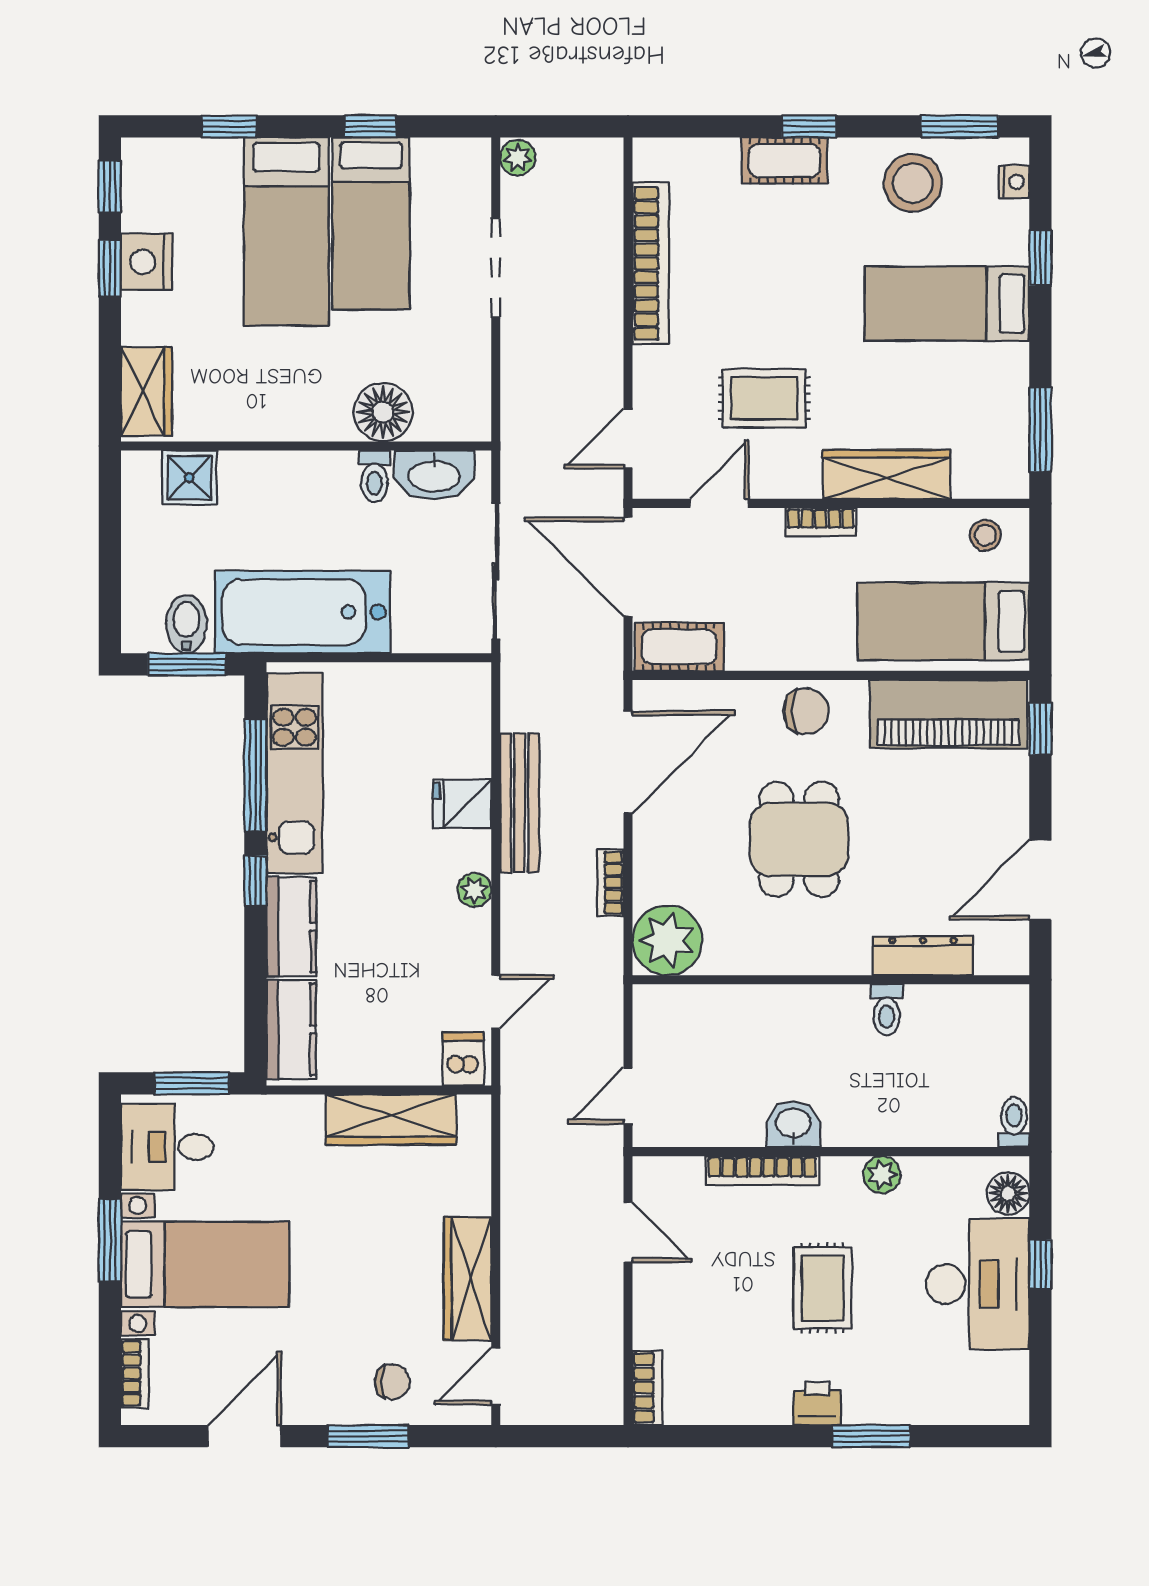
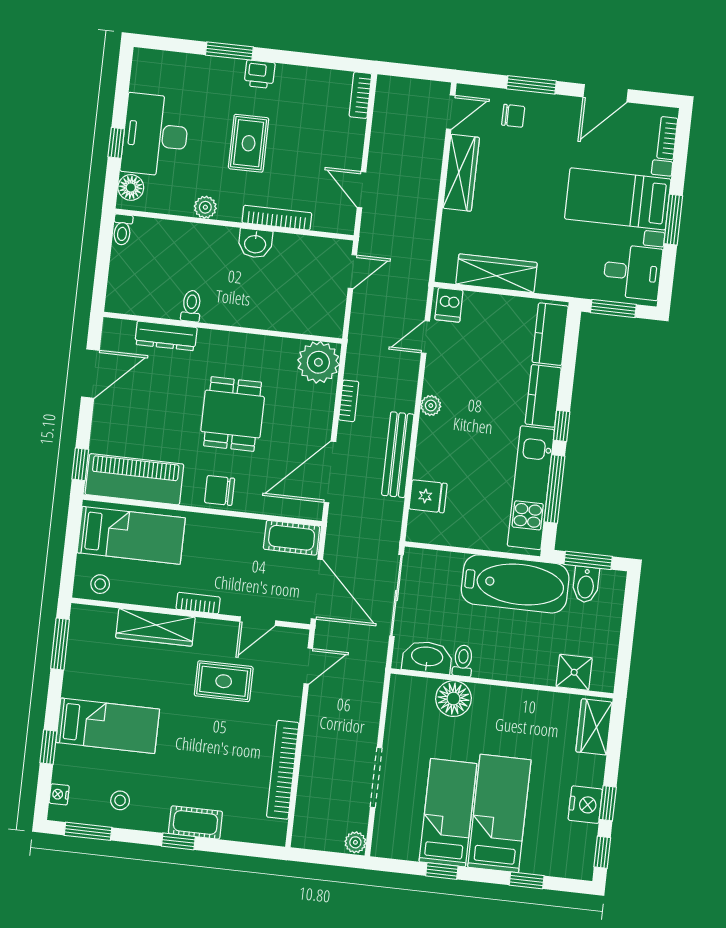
stool: (913, 183) -> (120, 800), width x0.53, depth x0.53
fridge: (462, 804) -> (428, 496), moved
chair: (392, 1382) -> (513, 116), turned 180

